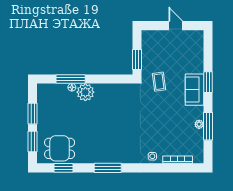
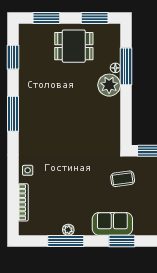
window: (33, 114) -> (95, 18), moved
dining table: (60, 148) -> (74, 46), moved, turned 90

